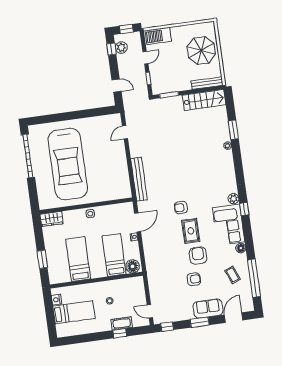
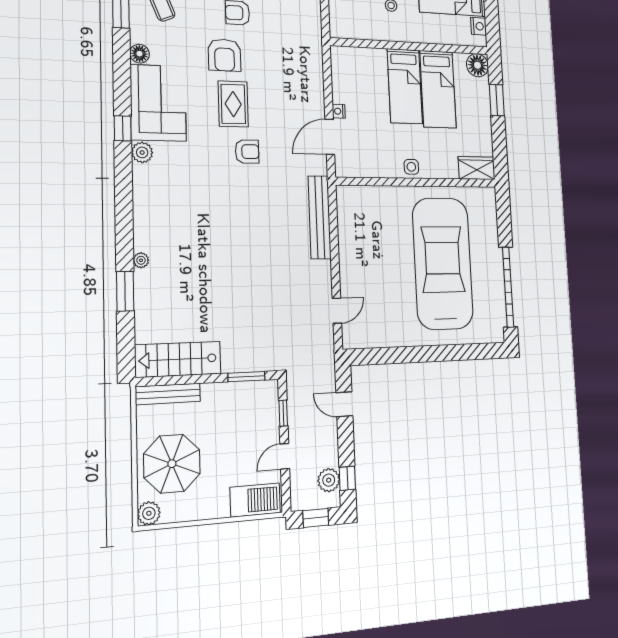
plant: (209, 27) -> (149, 513), added
bed: (114, 255) -> (405, 86), moved
floor lamp: (132, 266) -> (477, 65), moved

